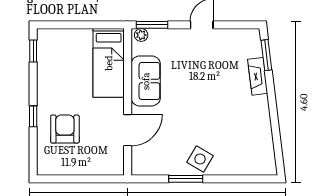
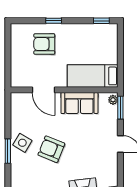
armchair: (209, 119) -> (51, 149), added
armchair: (65, 129) -> (44, 44), turned 180
window: (186, 179) -> (8, 151), moved

